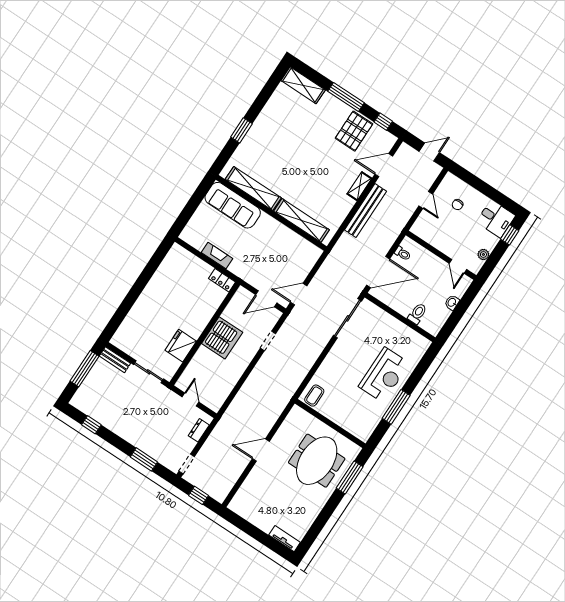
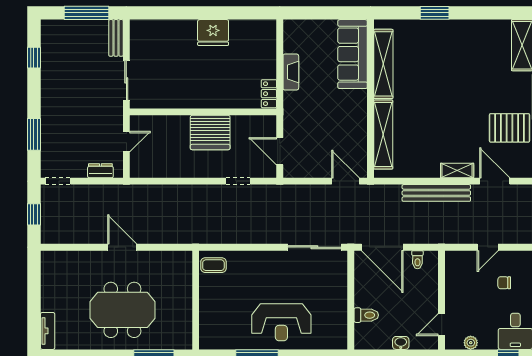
door: (299, 294) -> (346, 181), moved
fridge: (181, 346) -> (213, 33), moved, turned 180
meeting table: (317, 461) -> (122, 310), moved

